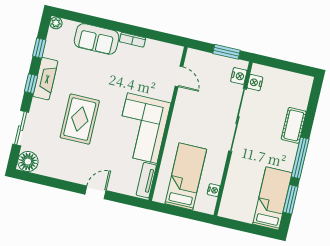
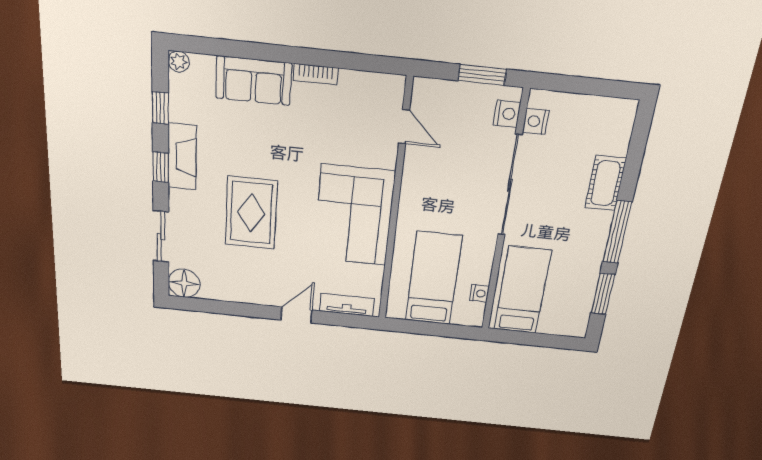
tv unit: (146, 180) -> (347, 305), moved, turned 90
bed: (272, 198) -> (522, 290), moved

